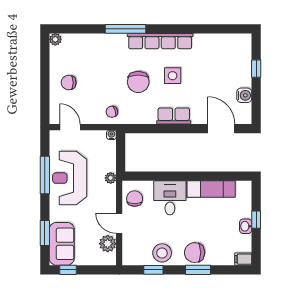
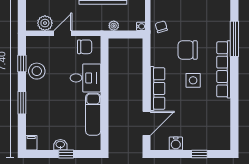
row of seats: (174, 116) -> (158, 88), width x1.48
plant: (111, 178) -> (114, 26), moved
chair: (195, 253) -> (37, 100), removed

